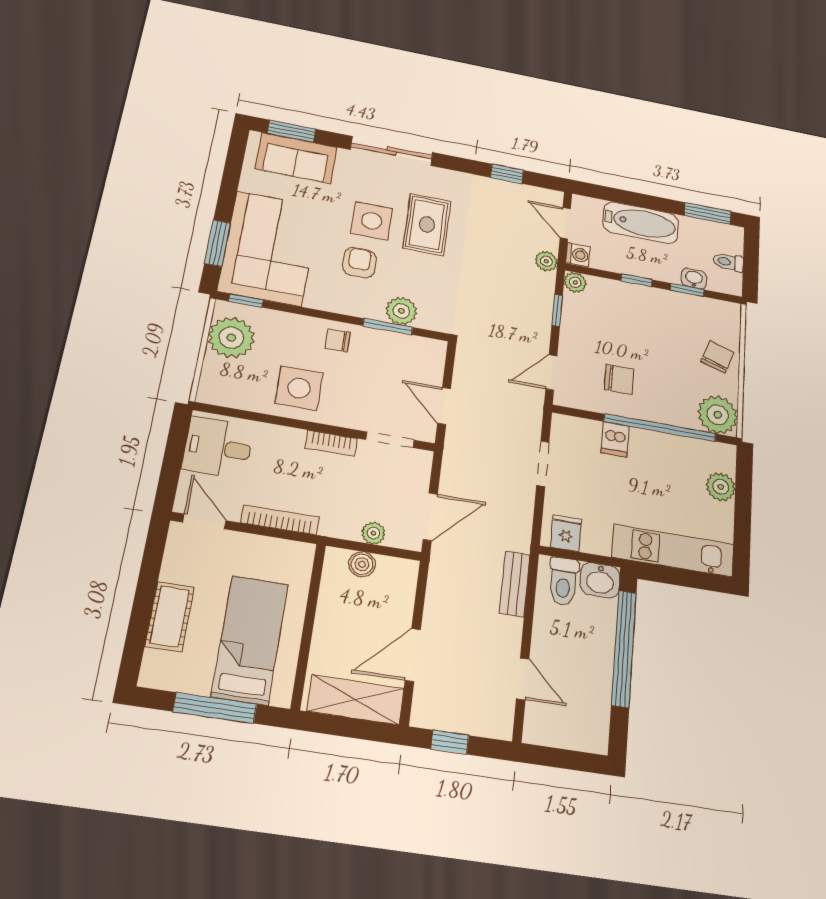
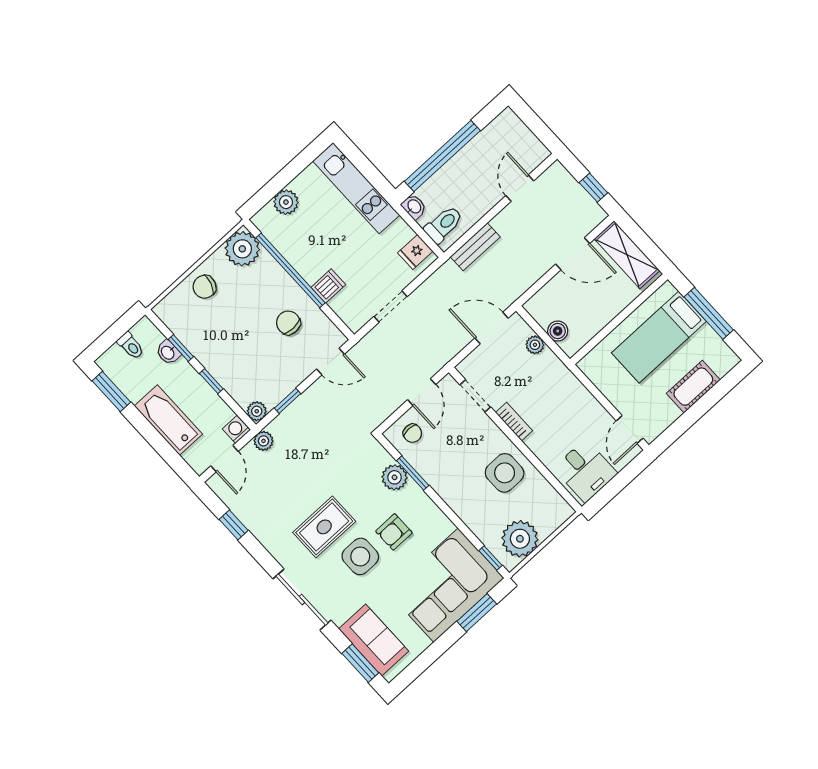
chair: (338, 340) -> (412, 433), moved
bookcase: (280, 520) -> (584, 396), removed
washbasin: (600, 580) -> (414, 207), width x0.72, depth x0.69

